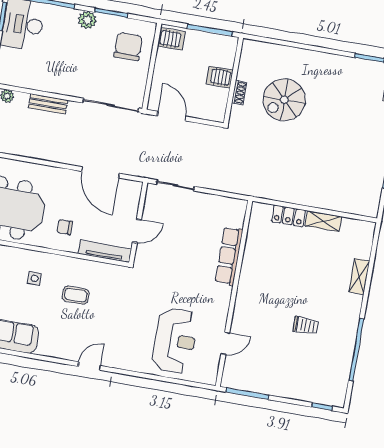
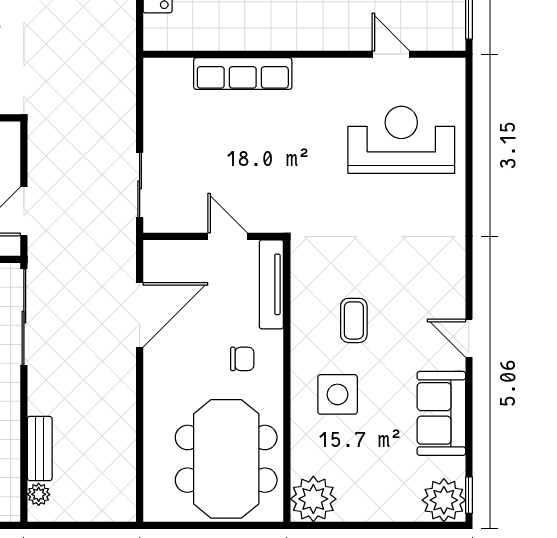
bench: (48, 104) -> (40, 449), moved
chair: (65, 227) -> (242, 359), turned -90
side table: (35, 278) -> (338, 394), width x1.87, depth x1.87
door: (89, 366) -> (469, 338), moved

